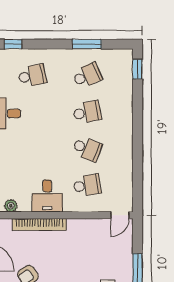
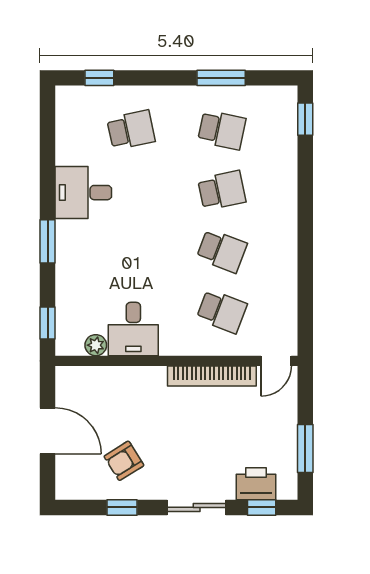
school desk: (87, 76) -> (222, 130), turned 36
school desk: (87, 185) -> (222, 311), turned 30
desk: (47, 196) -> (133, 329), moved
bookcase: (39, 224) -> (212, 376), moved

